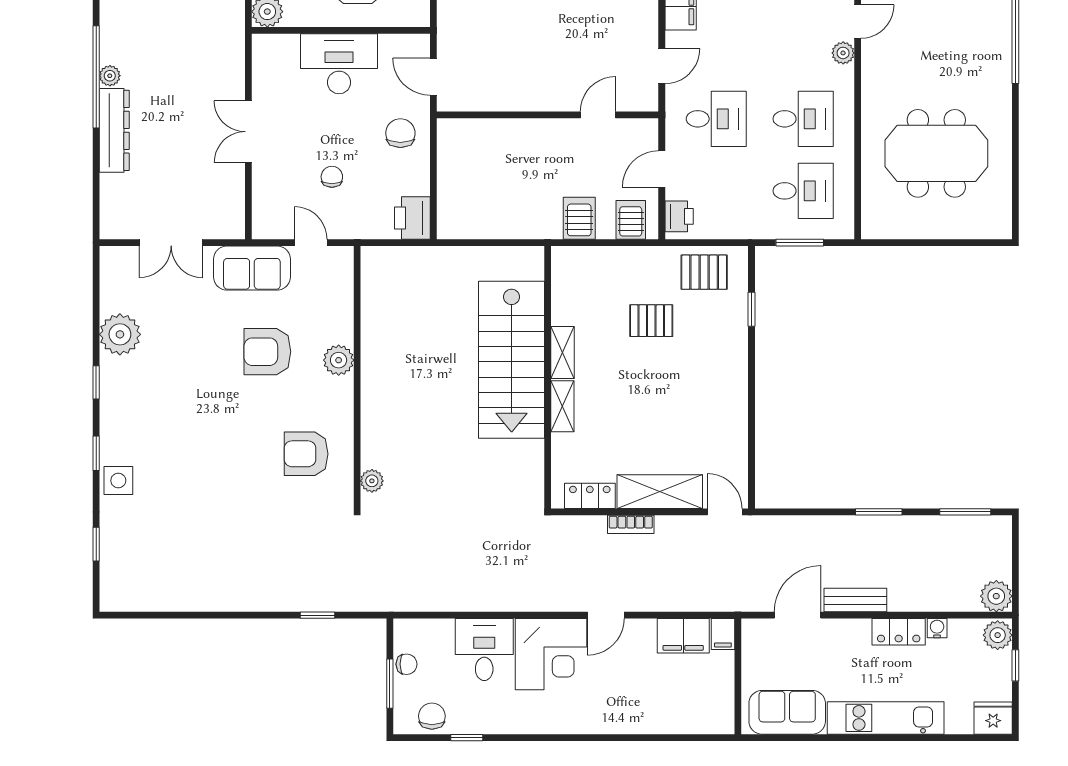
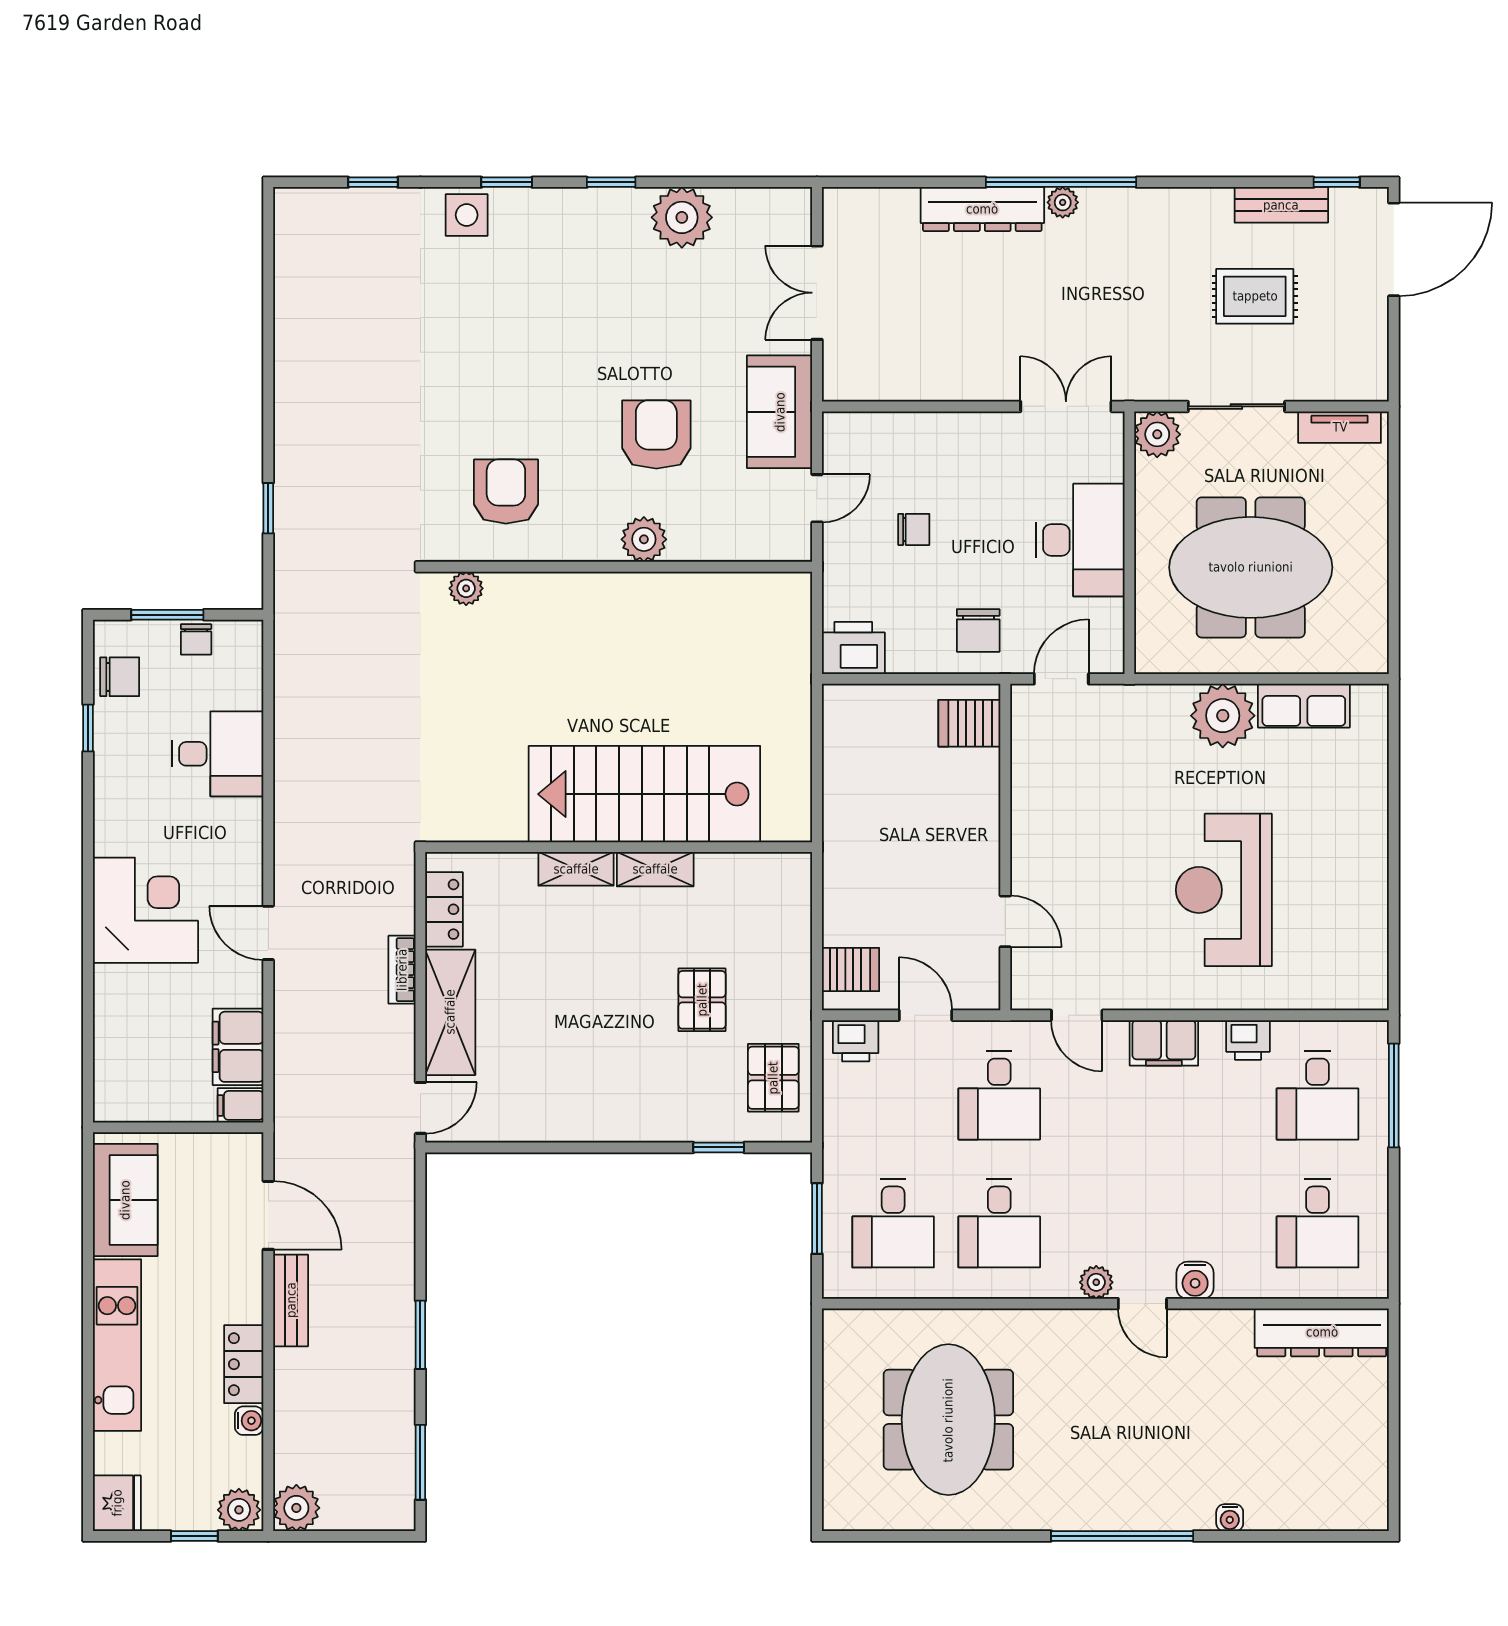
double door: (248, 132) -> (1066, 406), moved
chair: (400, 133) -> (978, 630), turned 90
server rack: (579, 218) -> (969, 723), moved, turned 180
corner desk: (551, 654) -> (145, 910), moved, turned 180

